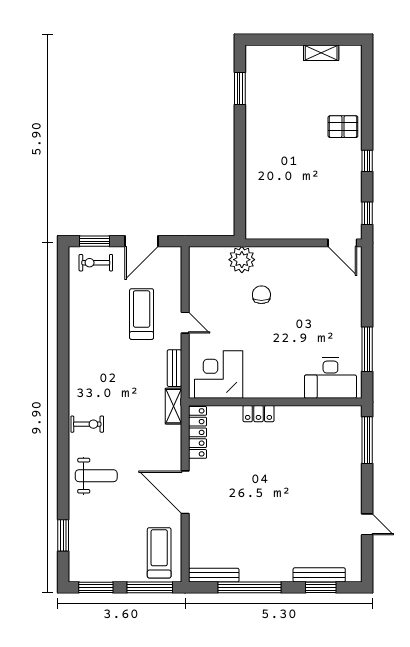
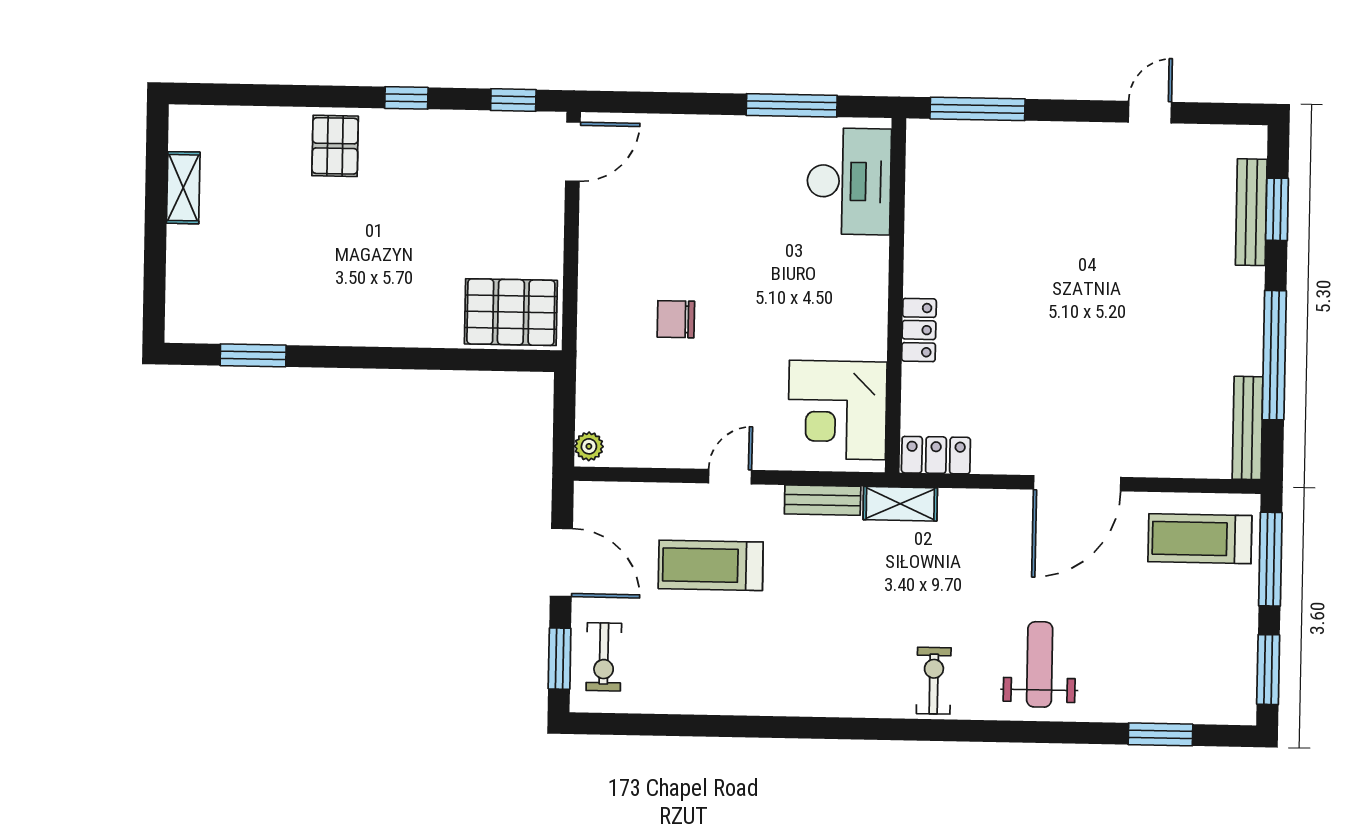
pallet: (263, 214) -> (511, 312), added
plant: (242, 260) -> (589, 446), moved, width x0.53, depth x0.53
locker: (198, 432) -> (936, 455), width x0.66

